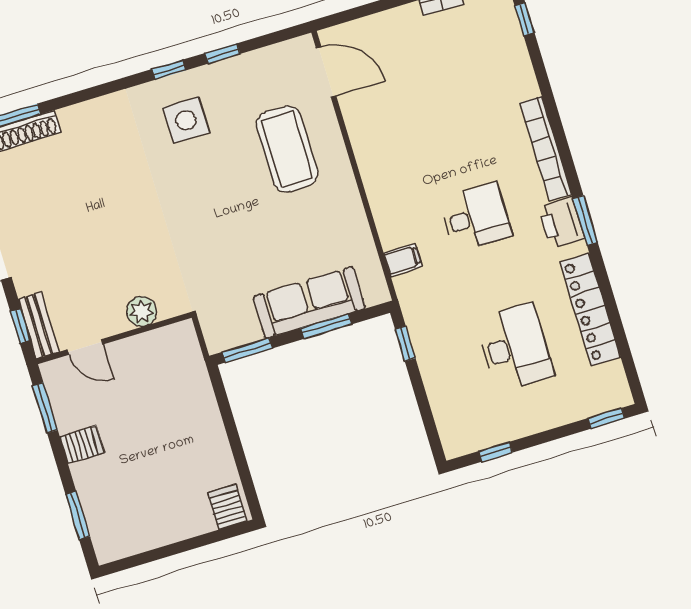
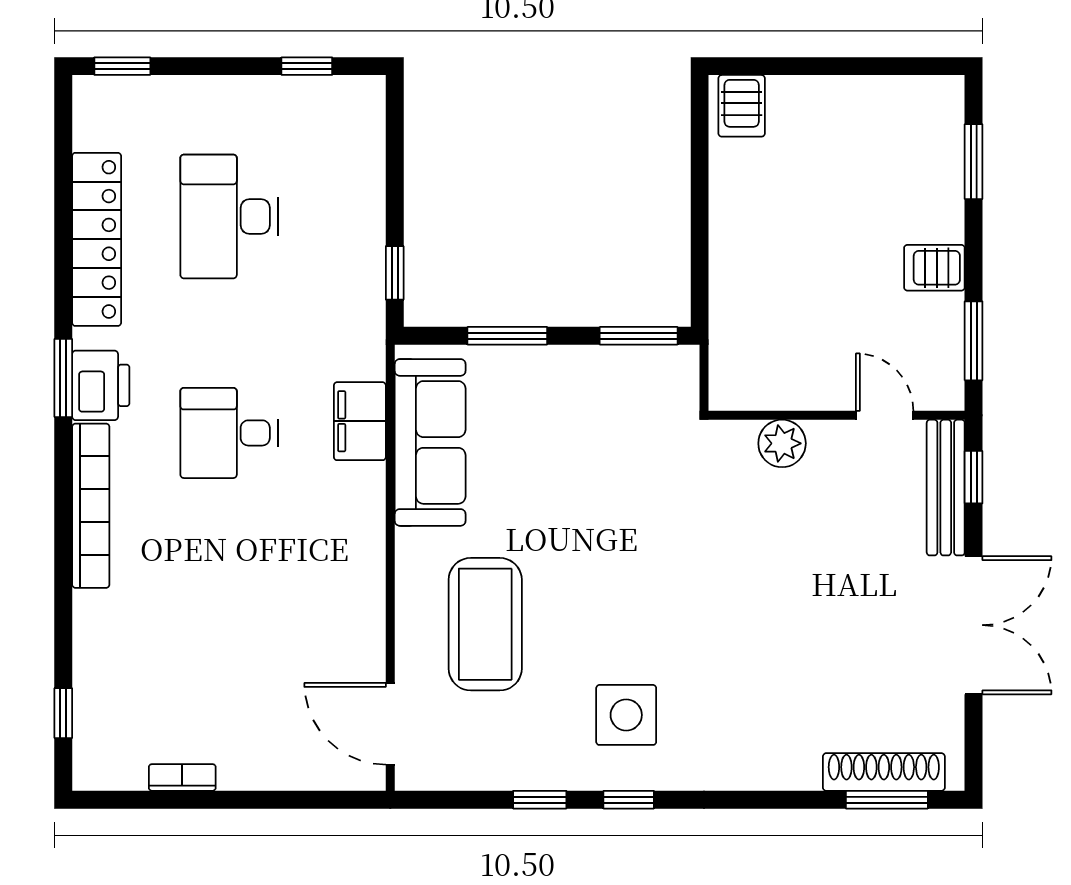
filing cabinet: (403, 260) -> (360, 421), width x2.00
sofa: (309, 302) -> (430, 442), moved, turned -90
bench: (39, 325) -> (946, 488), width x1.36

